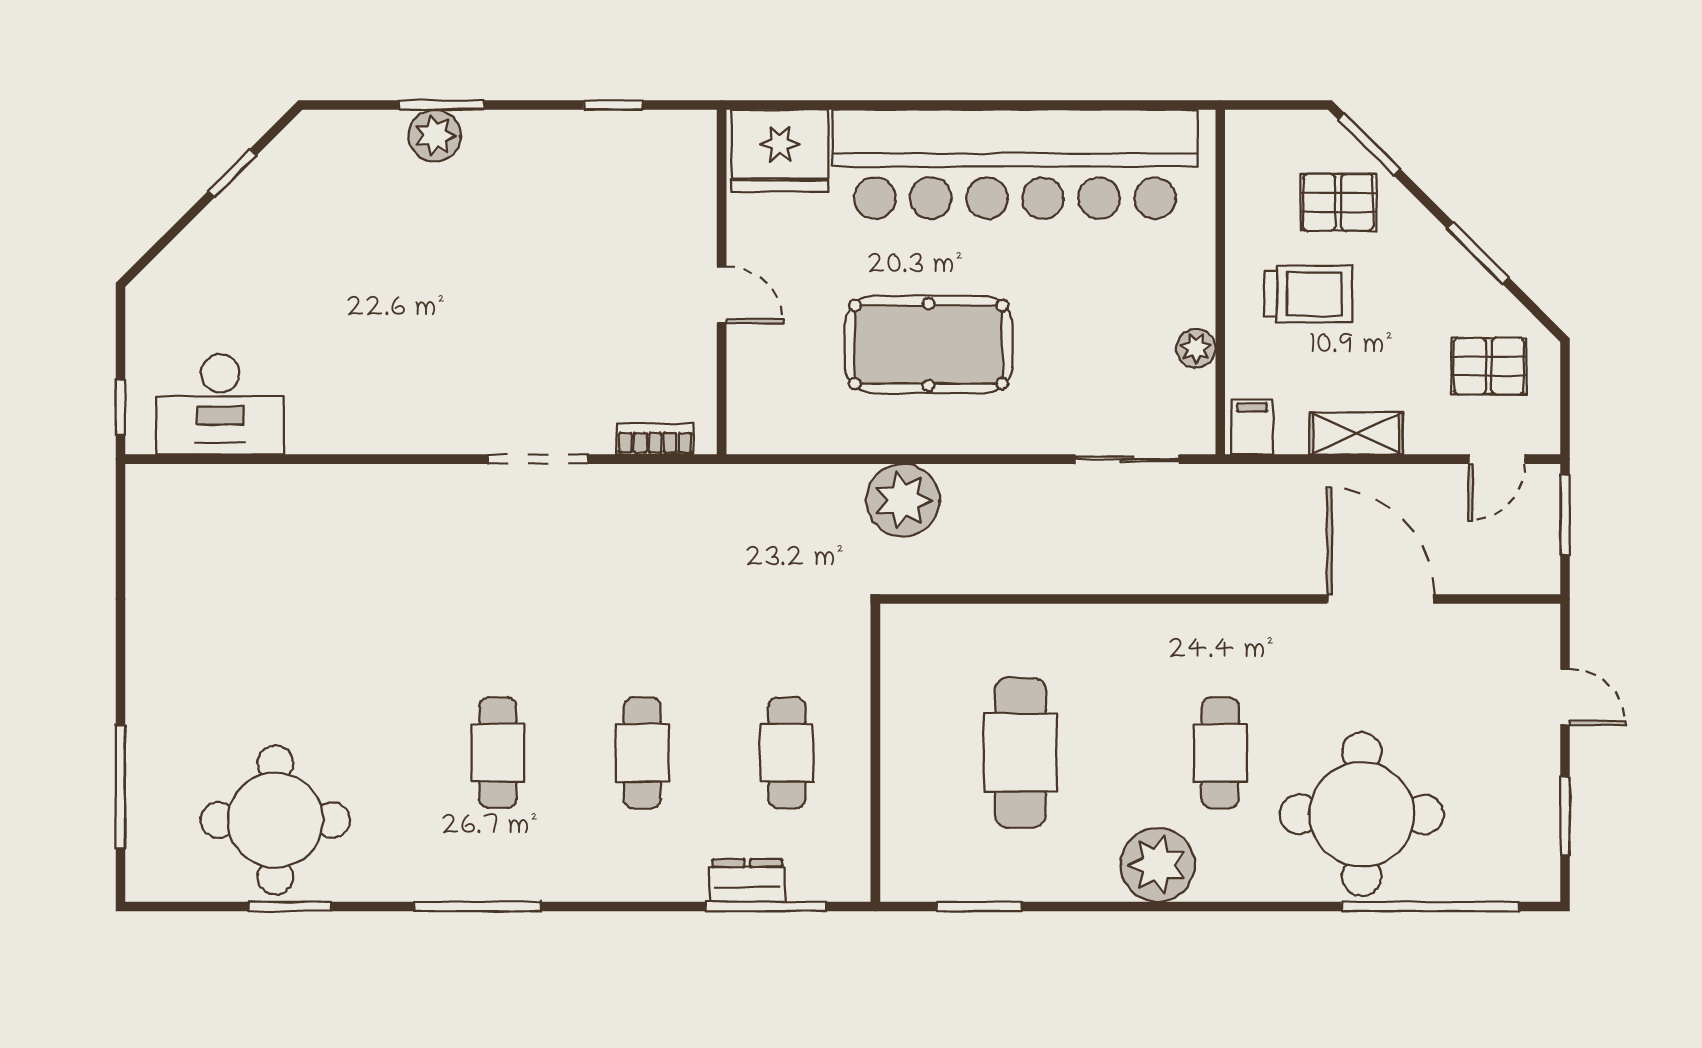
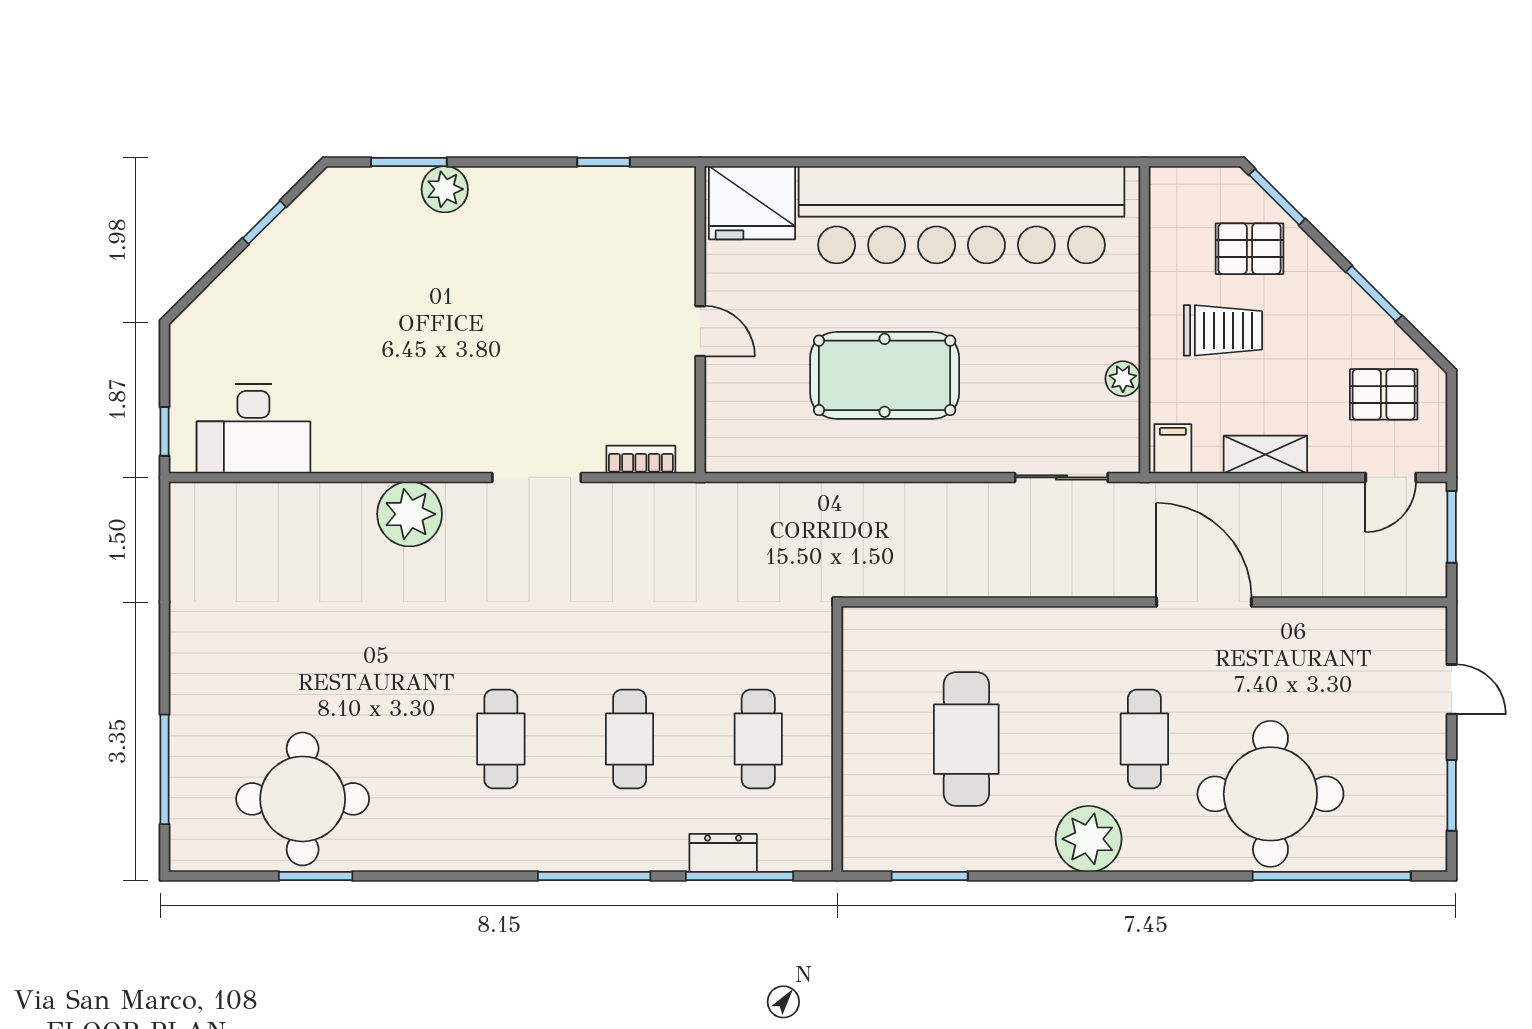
window: (442, 105) -> (409, 162), moved
plant: (903, 500) -> (410, 514), moved
door: (1381, 599) -> (1204, 602), moved
window: (477, 907) -> (594, 876), moved

